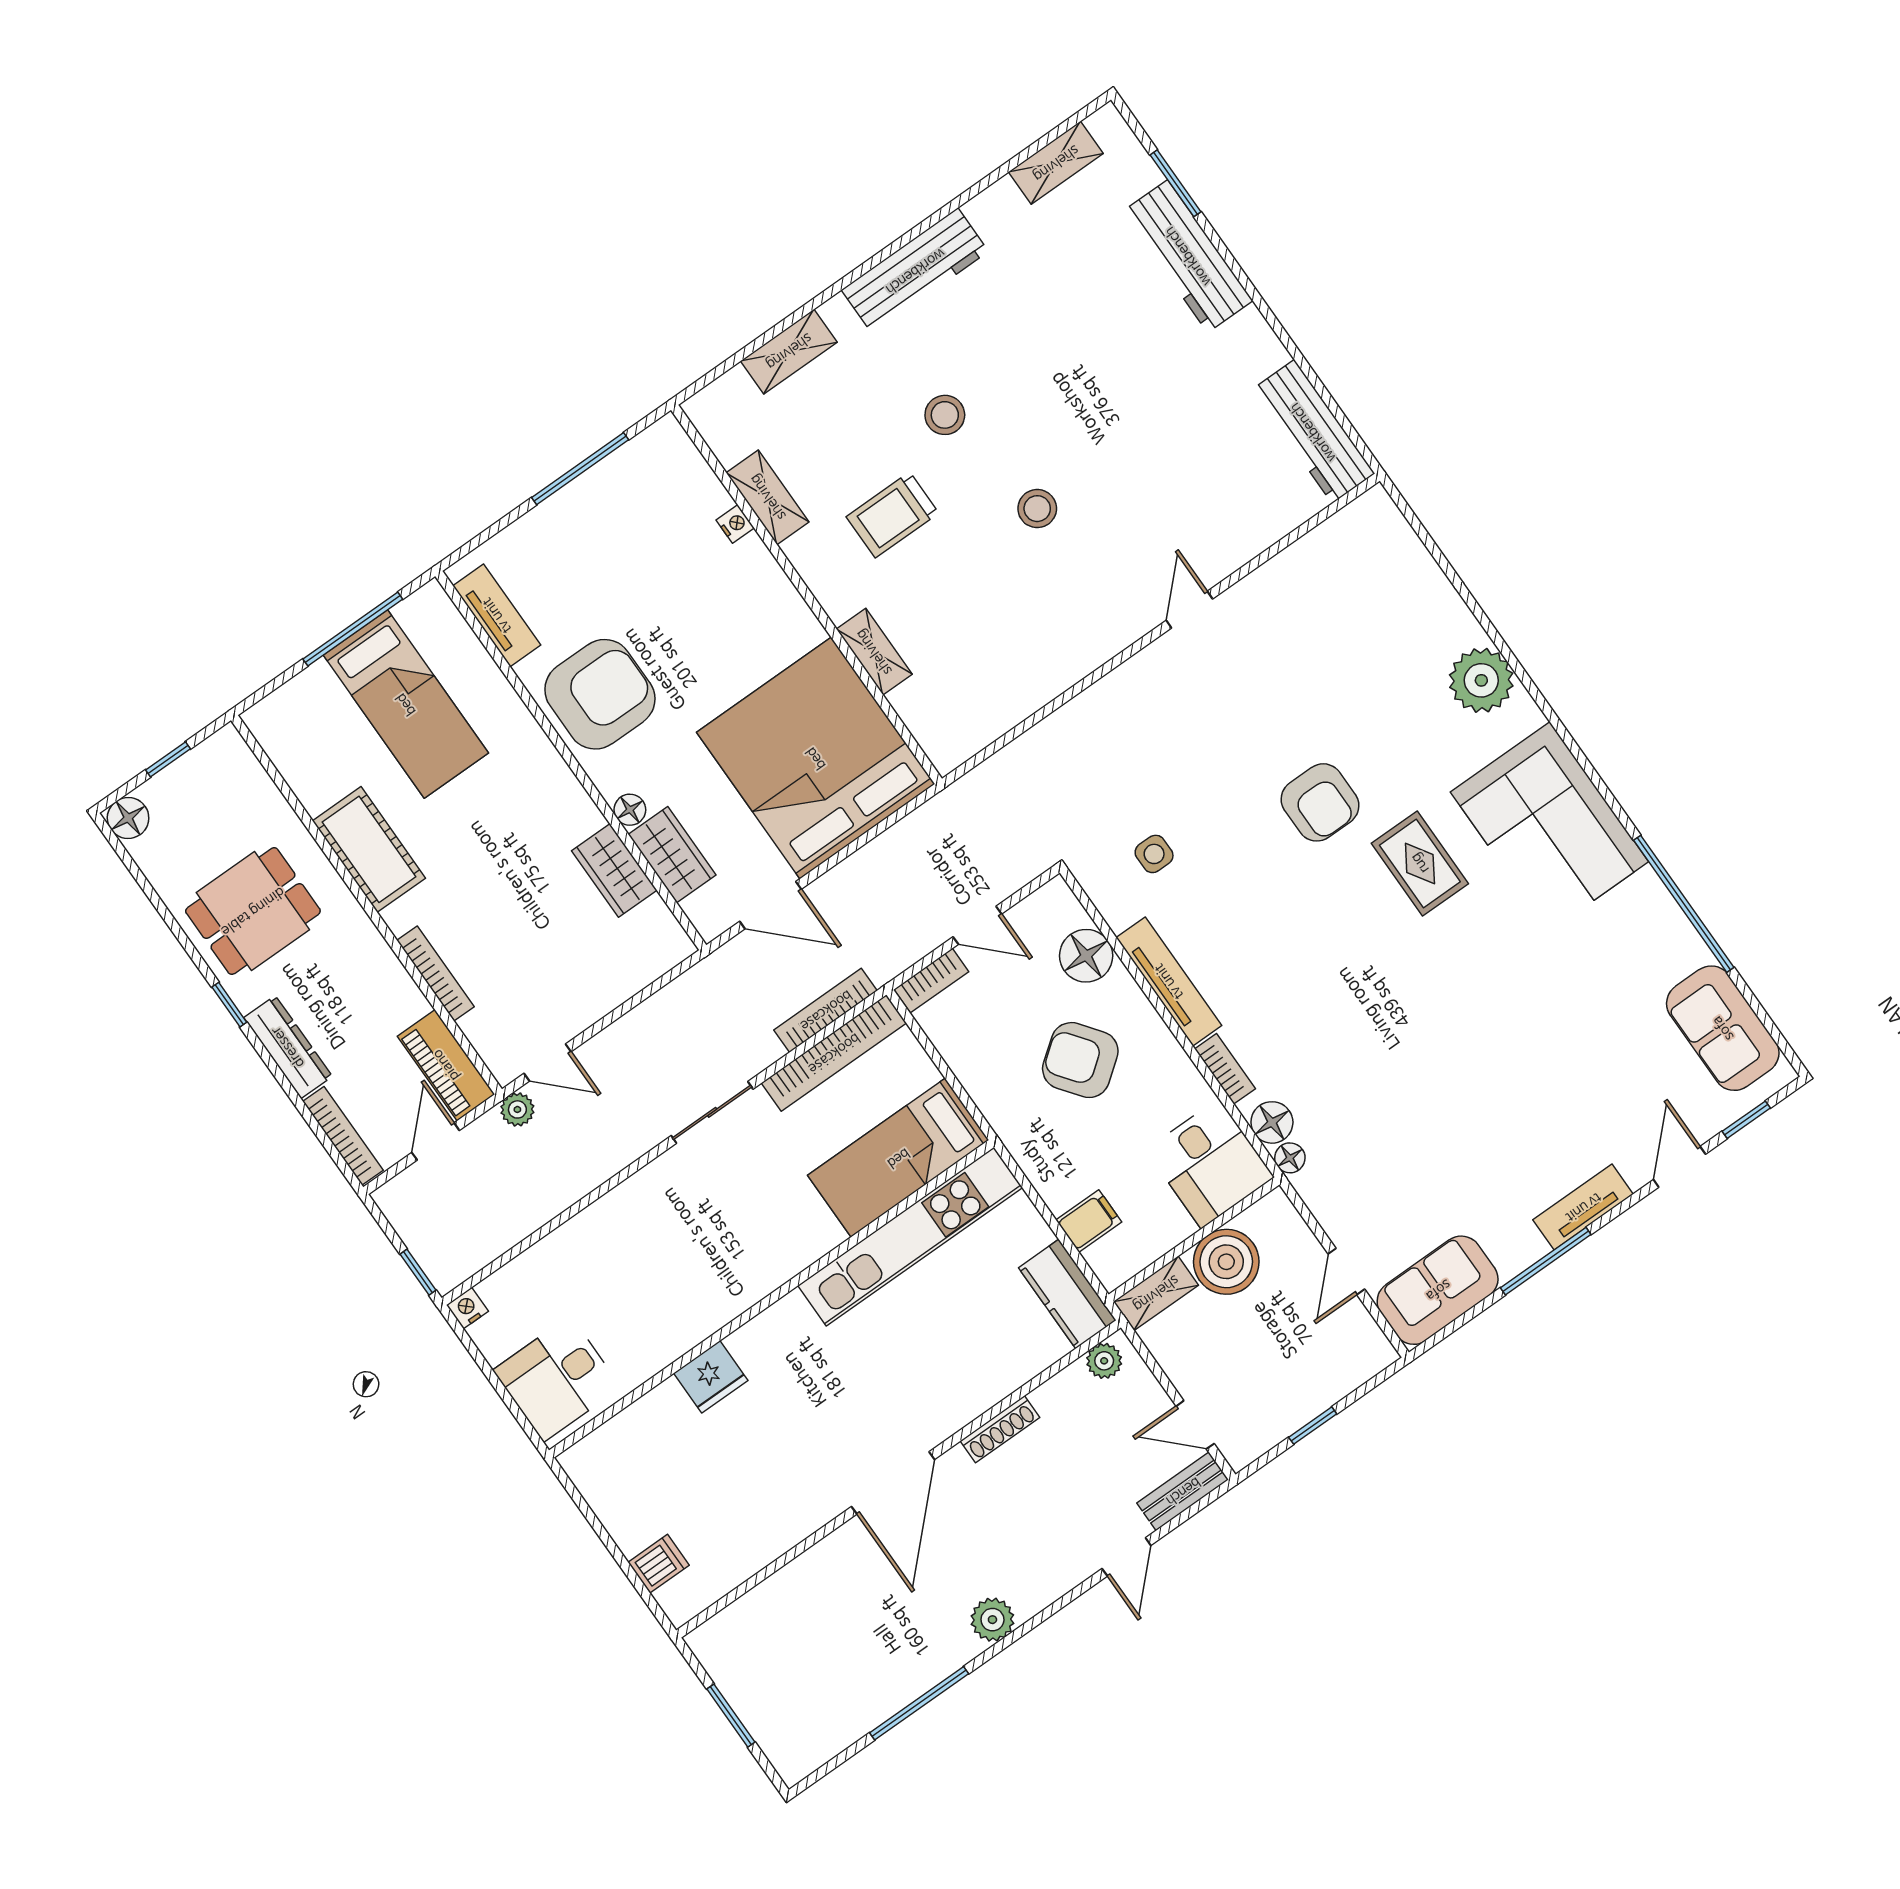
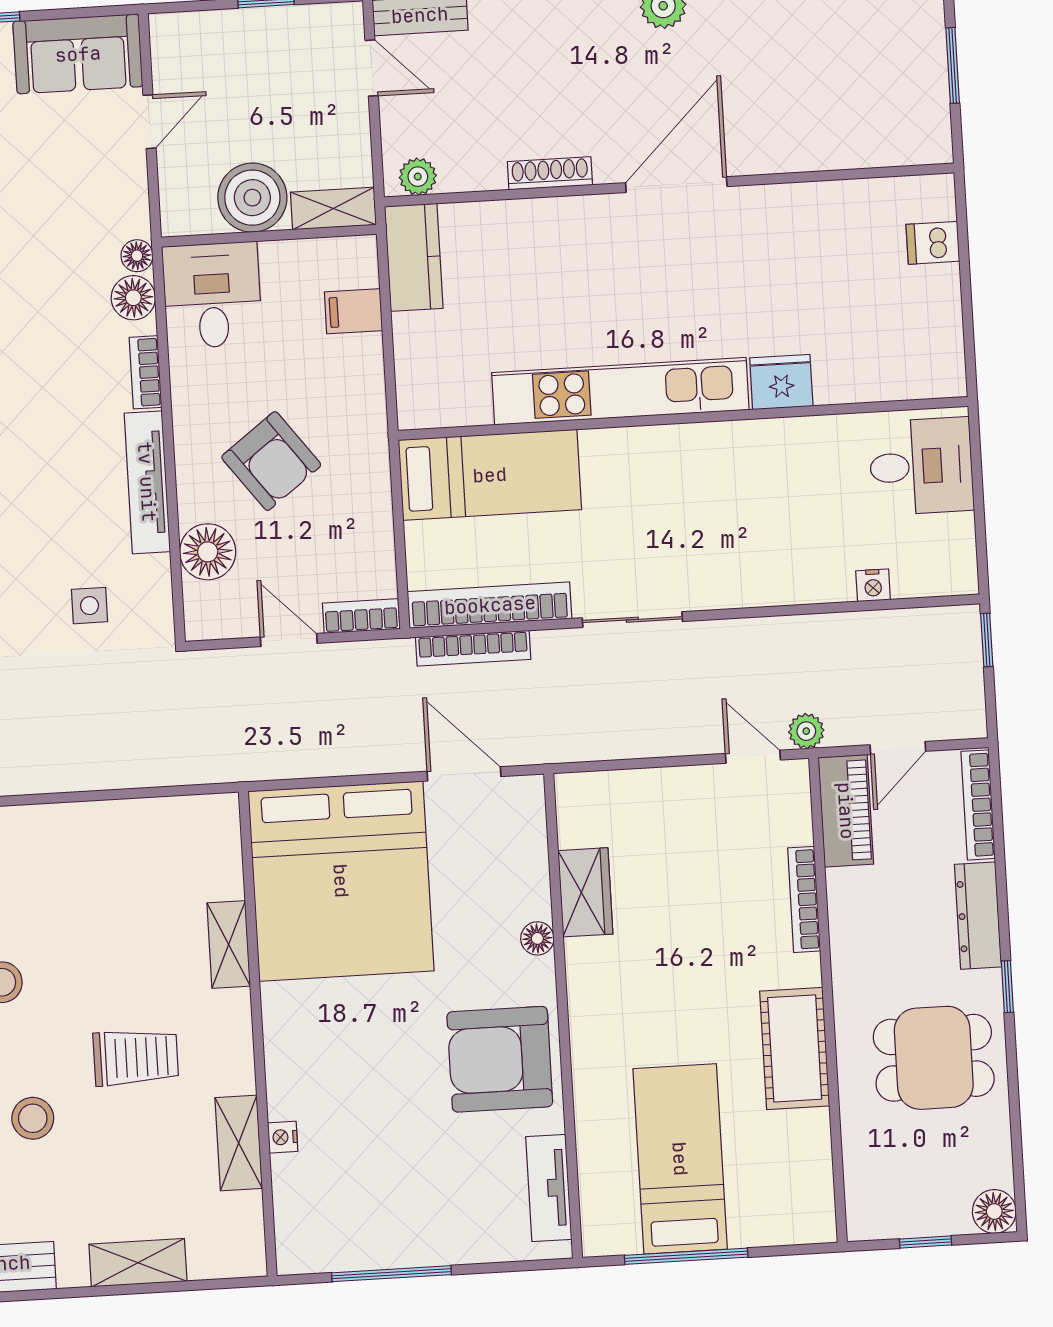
wardrobe: (672, 855) -> (524, 874), removed
kitchen unit: (910, 1237) -> (620, 391), moved
nightstand: (467, 1308) -> (873, 585), moved

